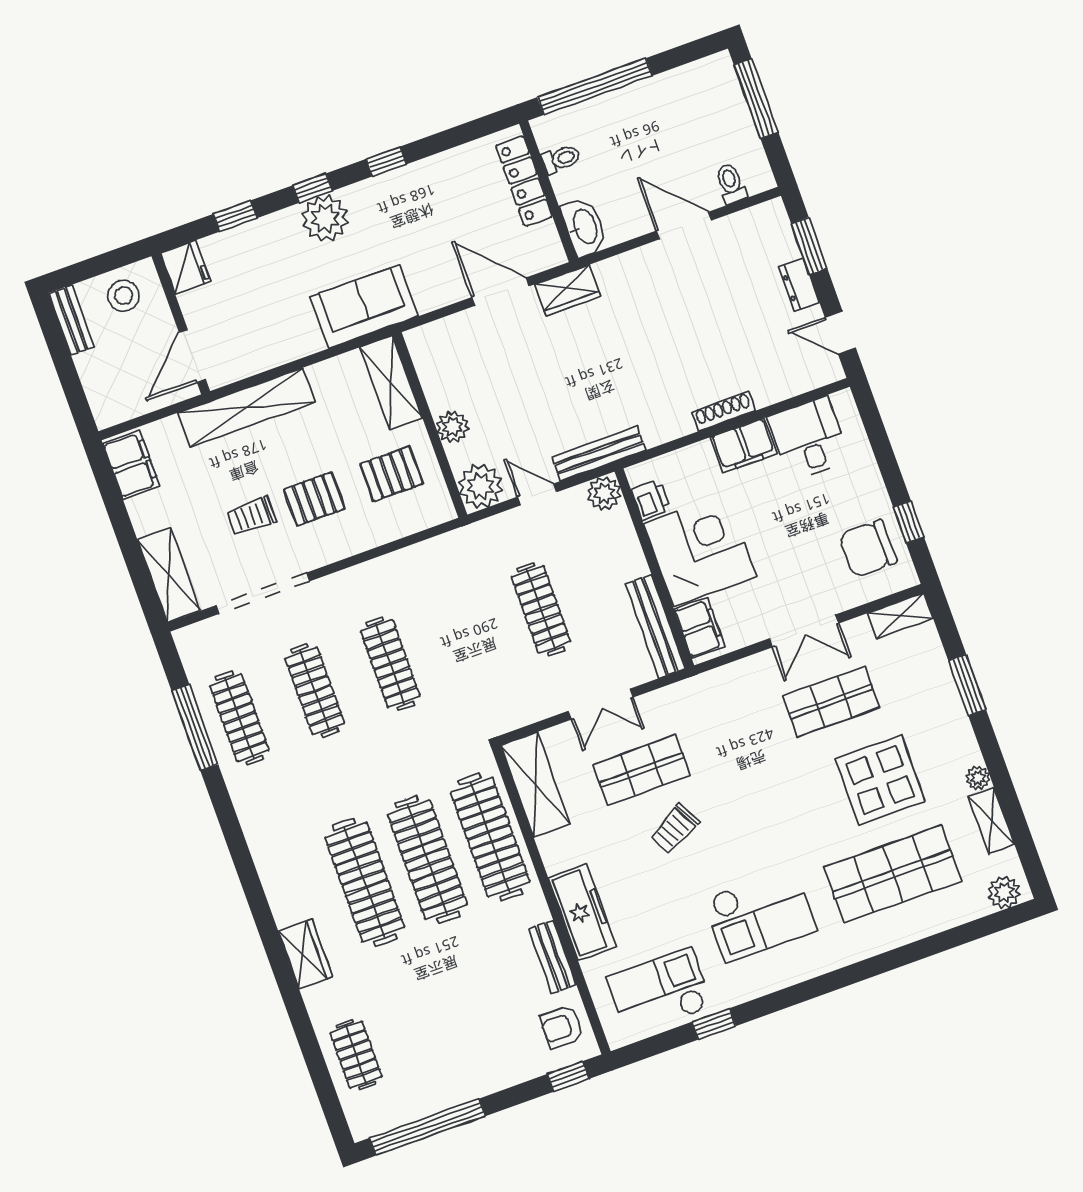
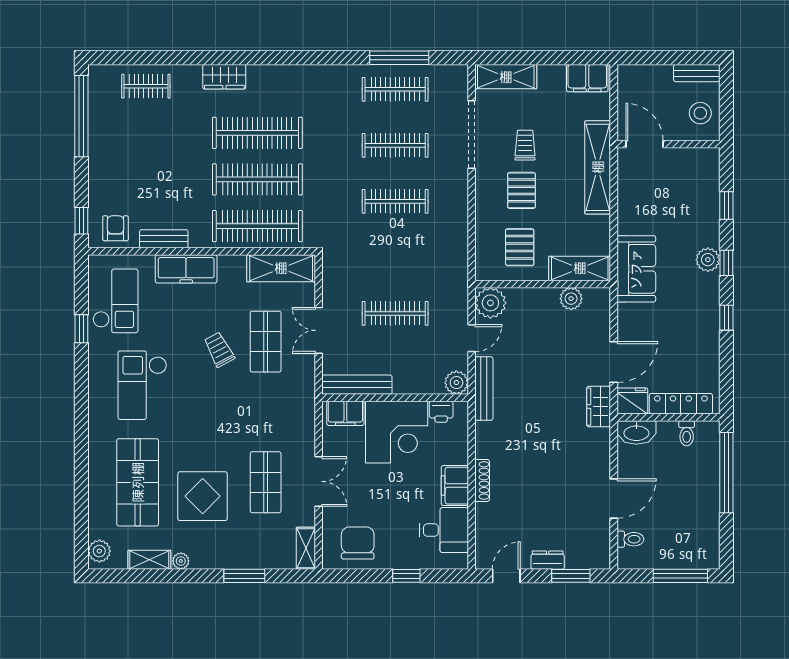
plant: (325, 218) -> (708, 260), width x0.73, depth x0.73
fridge: (185, 267) -> (632, 401), moved, turned 180
plant: (453, 427) -> (571, 299), moved
window: (908, 522) -> (406, 576), moved
double door: (804, 631) -> (319, 481), swing flipped

